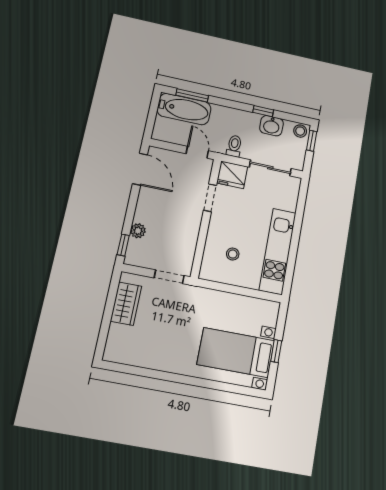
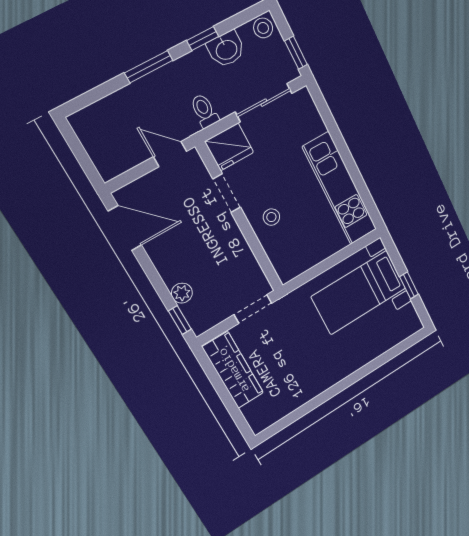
window: (192, 95) -> (149, 67), moved
bathtub: (184, 109) -> (111, 115), removed
window: (312, 141) -> (296, 53), moved
stool: (233, 254) -> (271, 217), moved
wardrobe: (126, 304) -> (233, 370), width x1.50
bed with nightstands: (236, 353) -> (359, 292), moved

